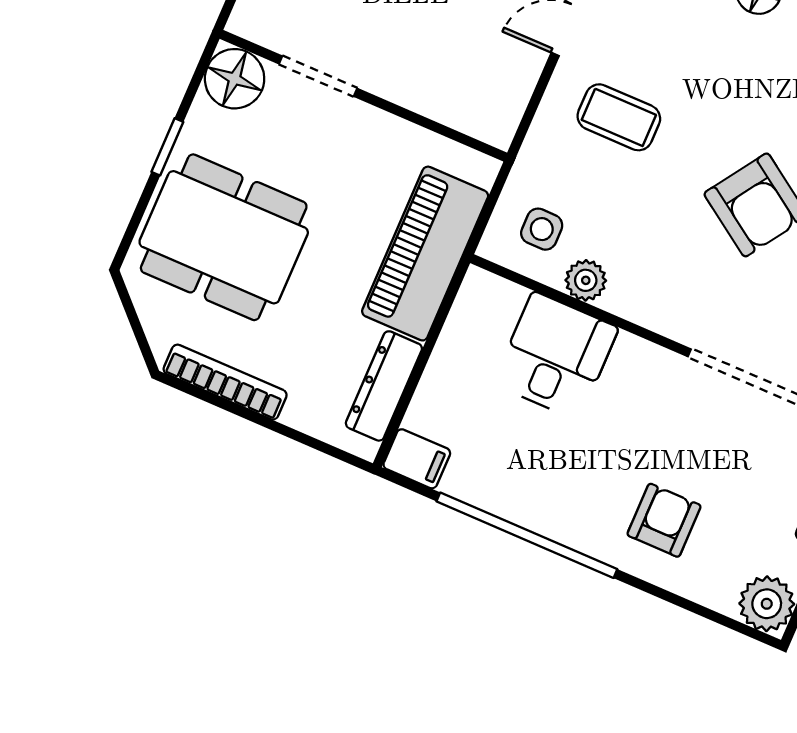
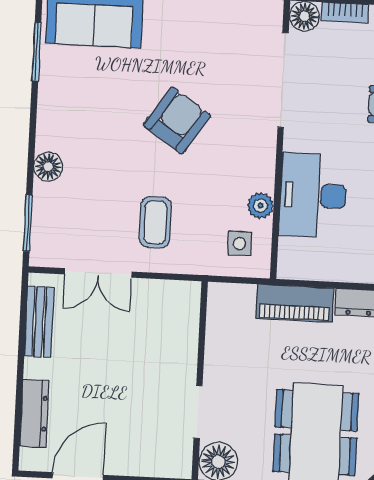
piano: (425, 254) -> (295, 303), width x0.73, depth x0.75
desk: (556, 356) -> (313, 195), width x1.37

